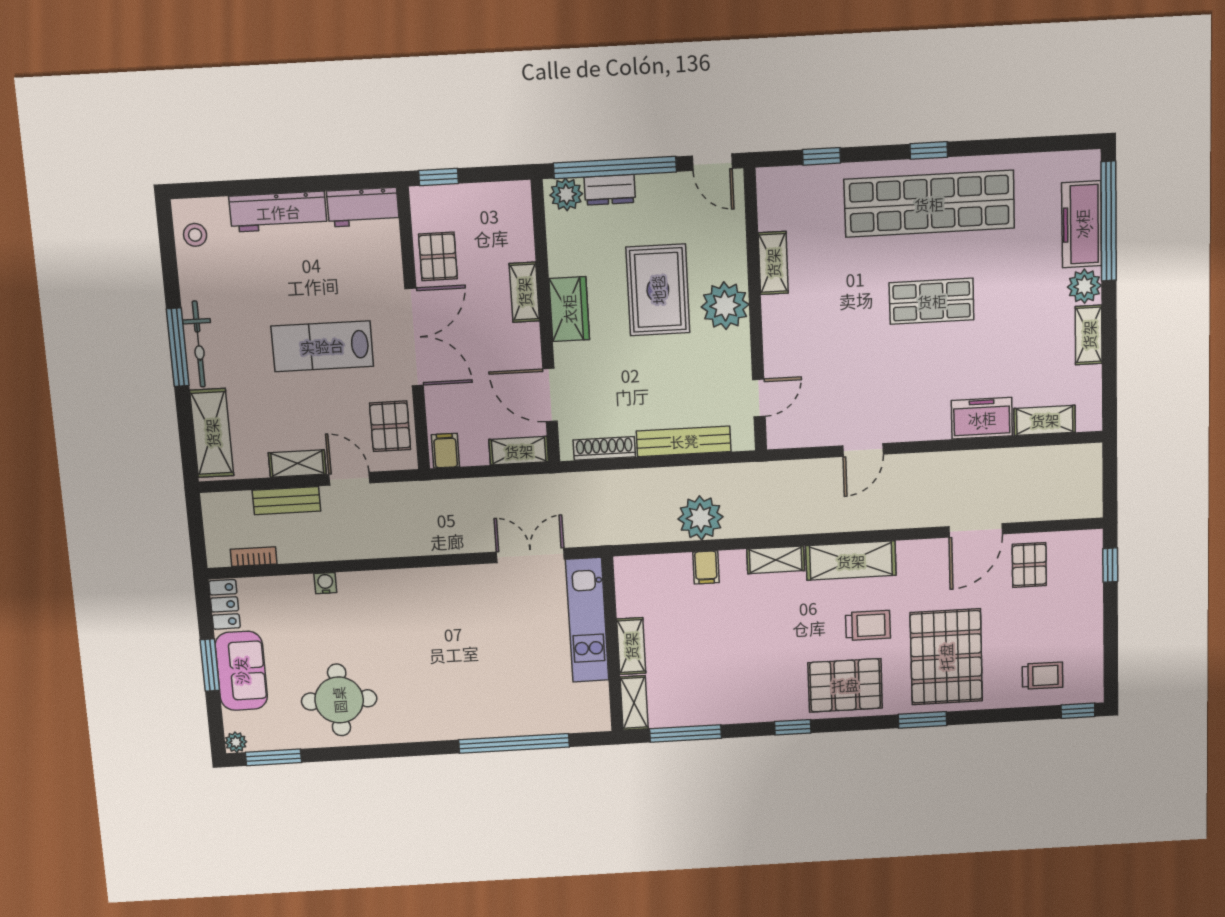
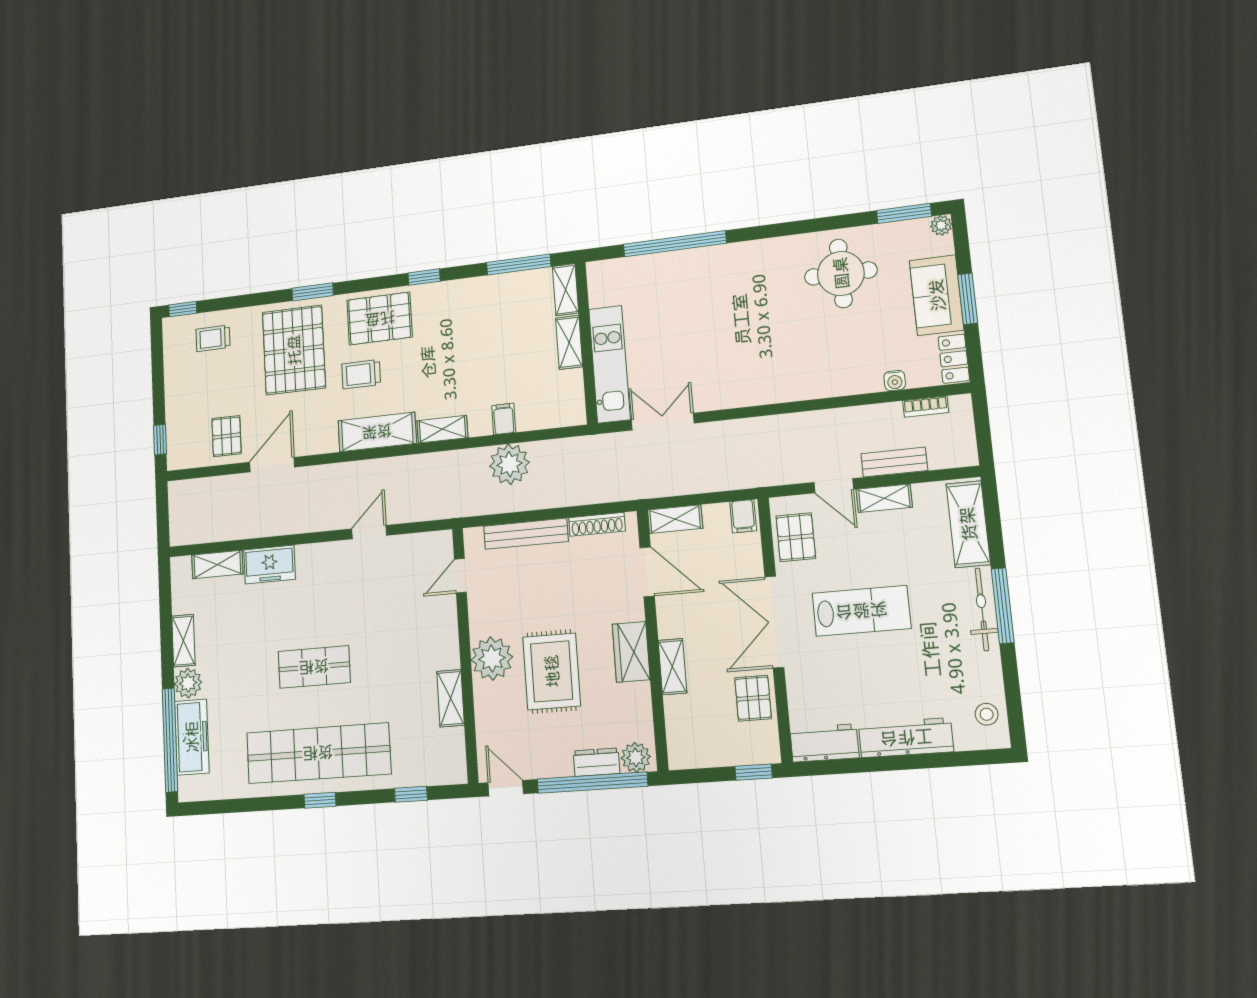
double door: (530, 555) -> (663, 422), swing flipped
water cooler: (325, 583) -> (895, 381), moved

